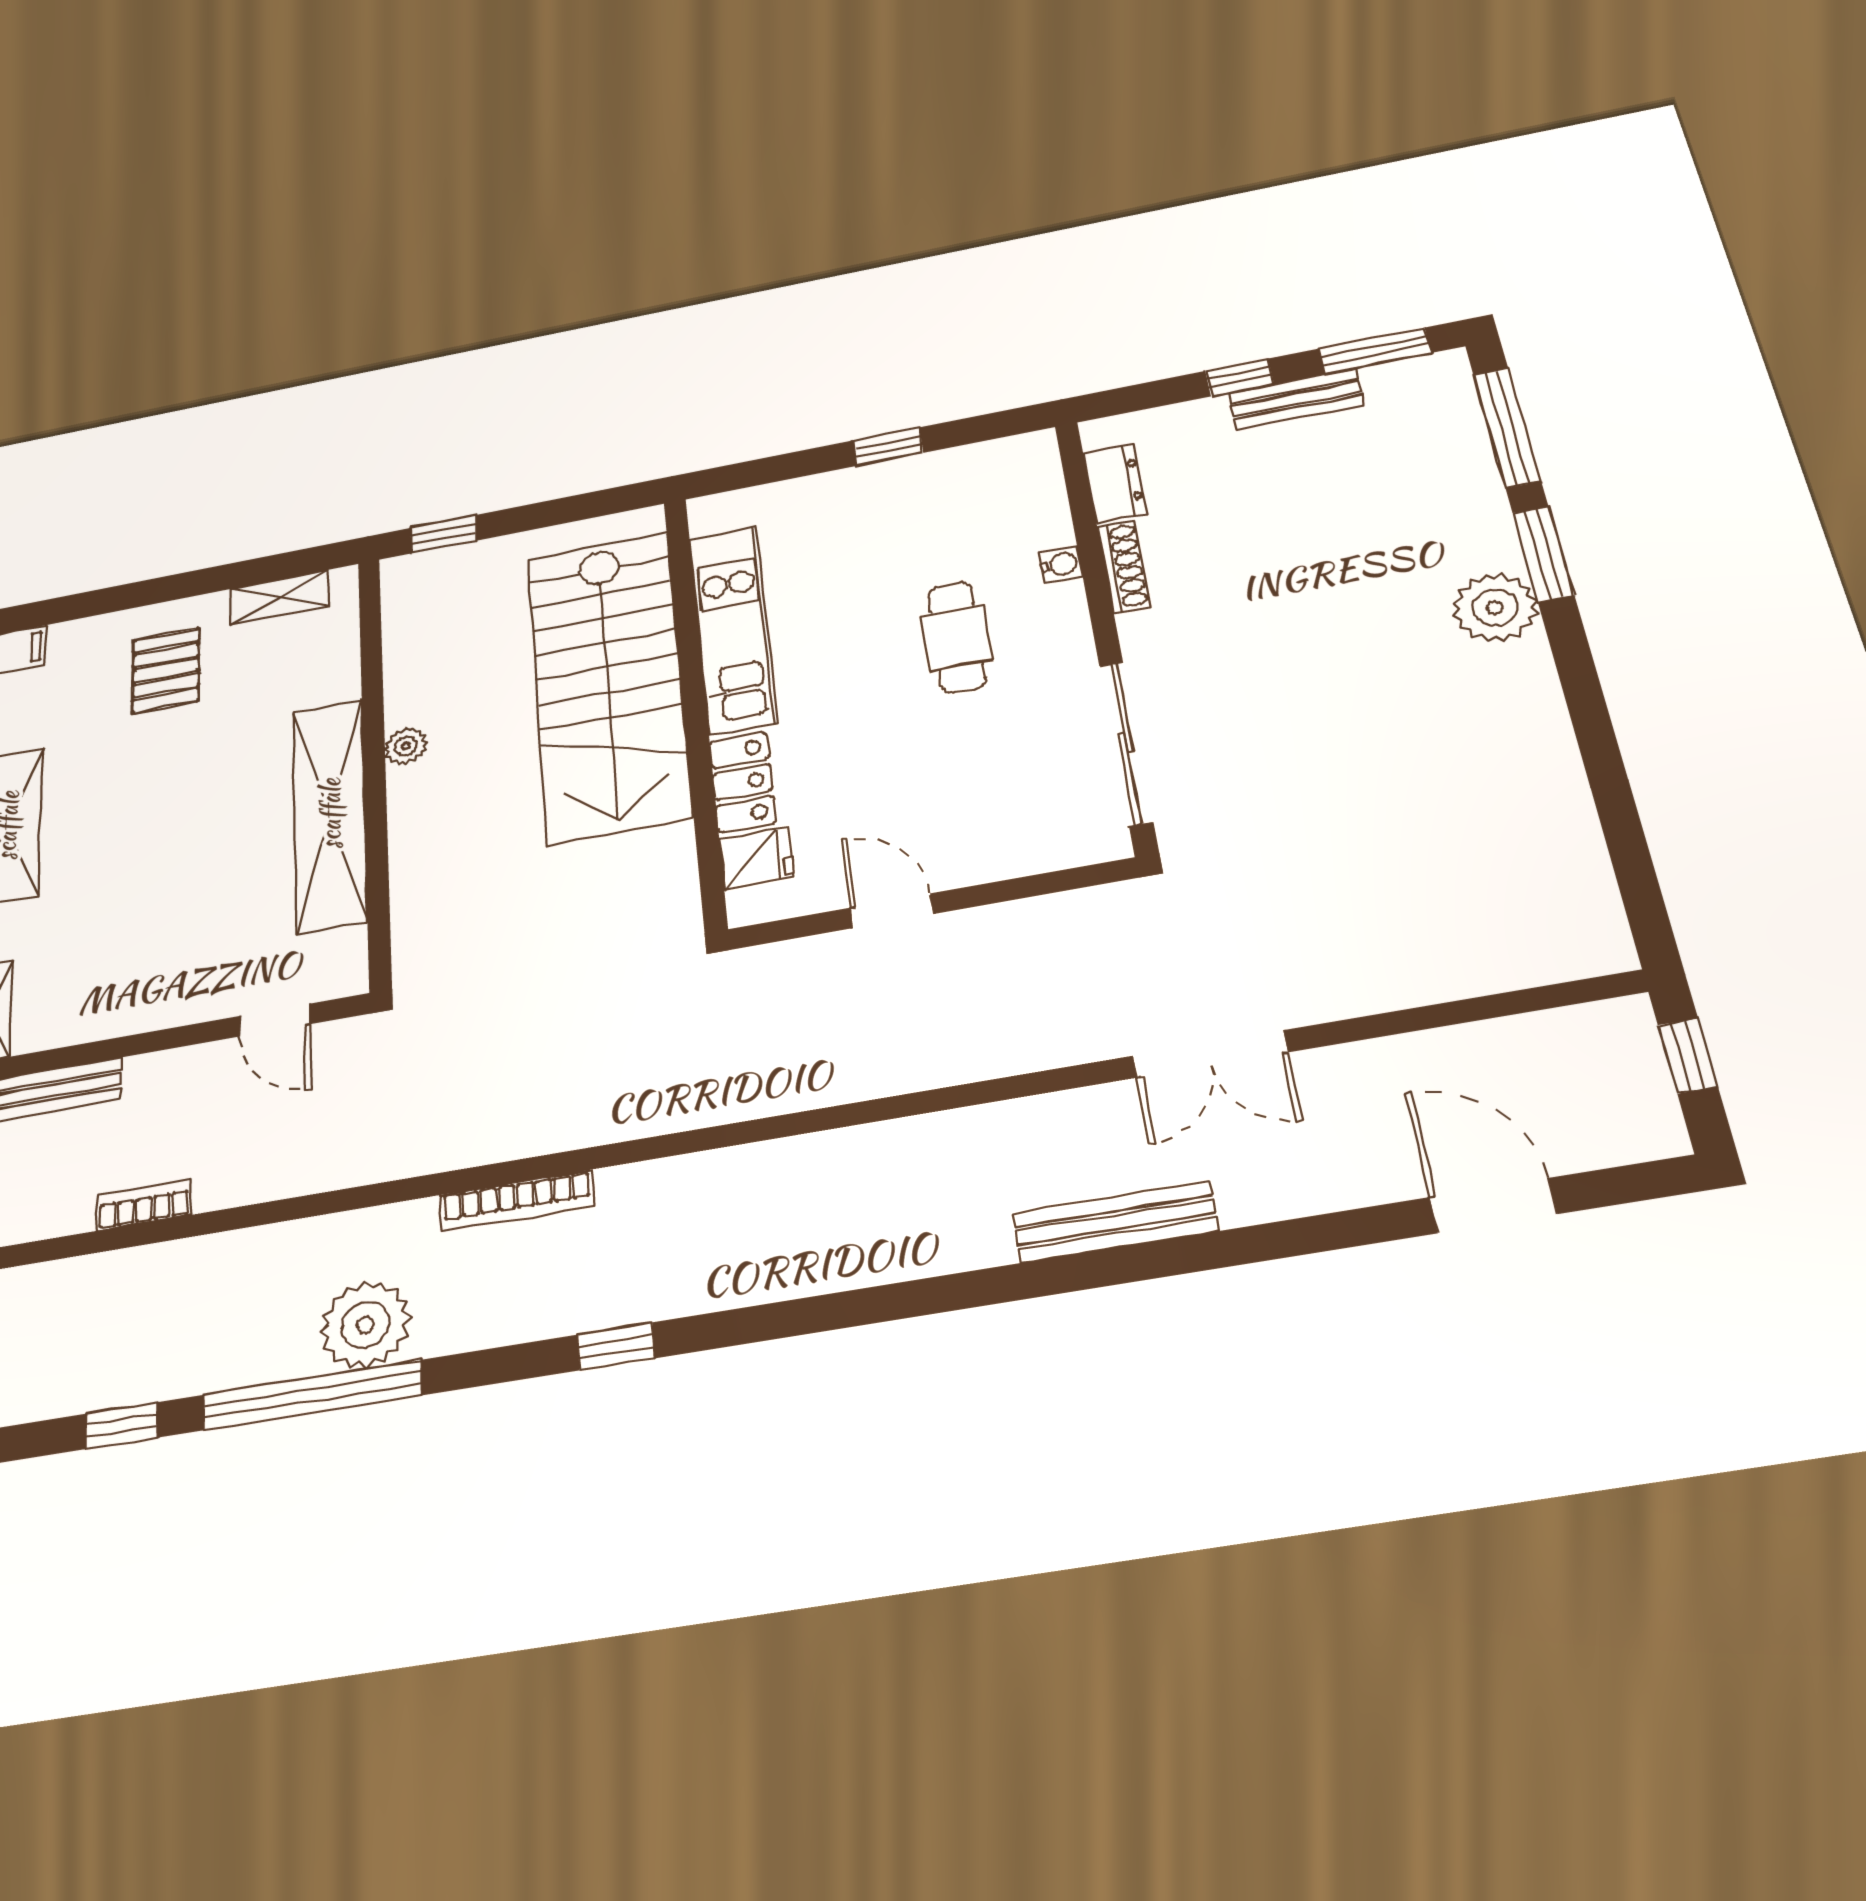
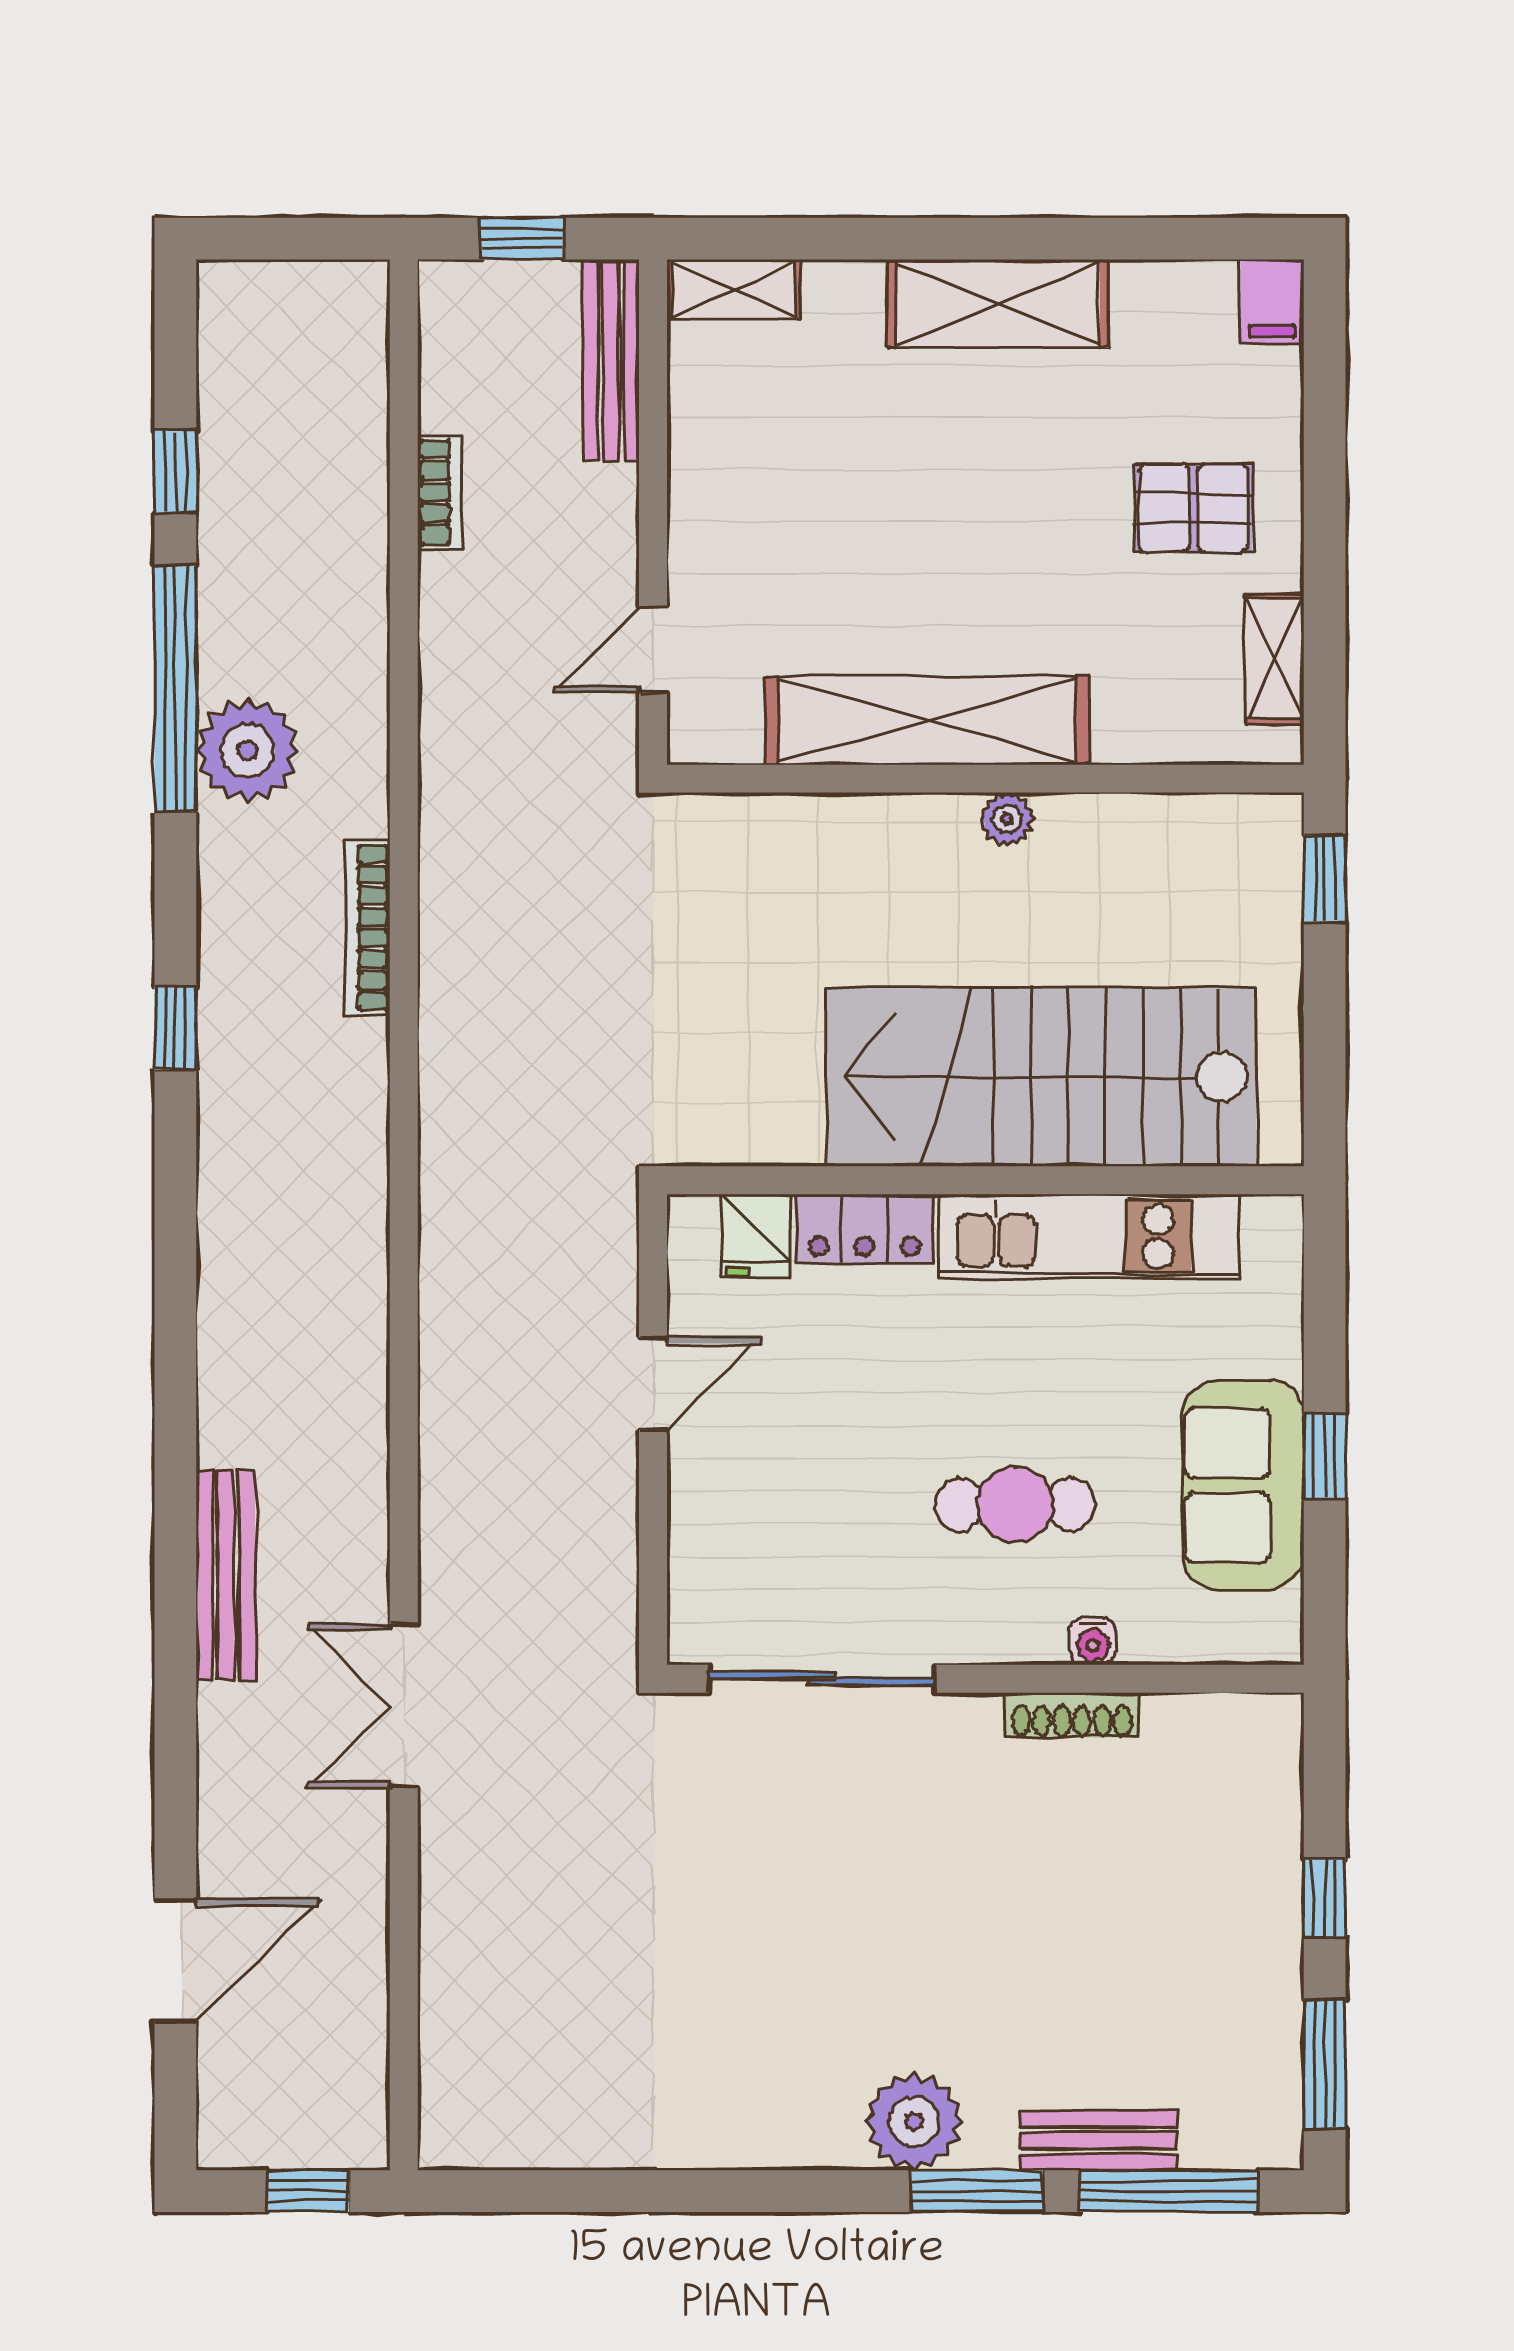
bench: (1296, 399) -> (1098, 2140), moved, turned 90
dresser: (1115, 483) -> (1199, 1724), removed
sofa: (918, 493) -> (1243, 1485), added

